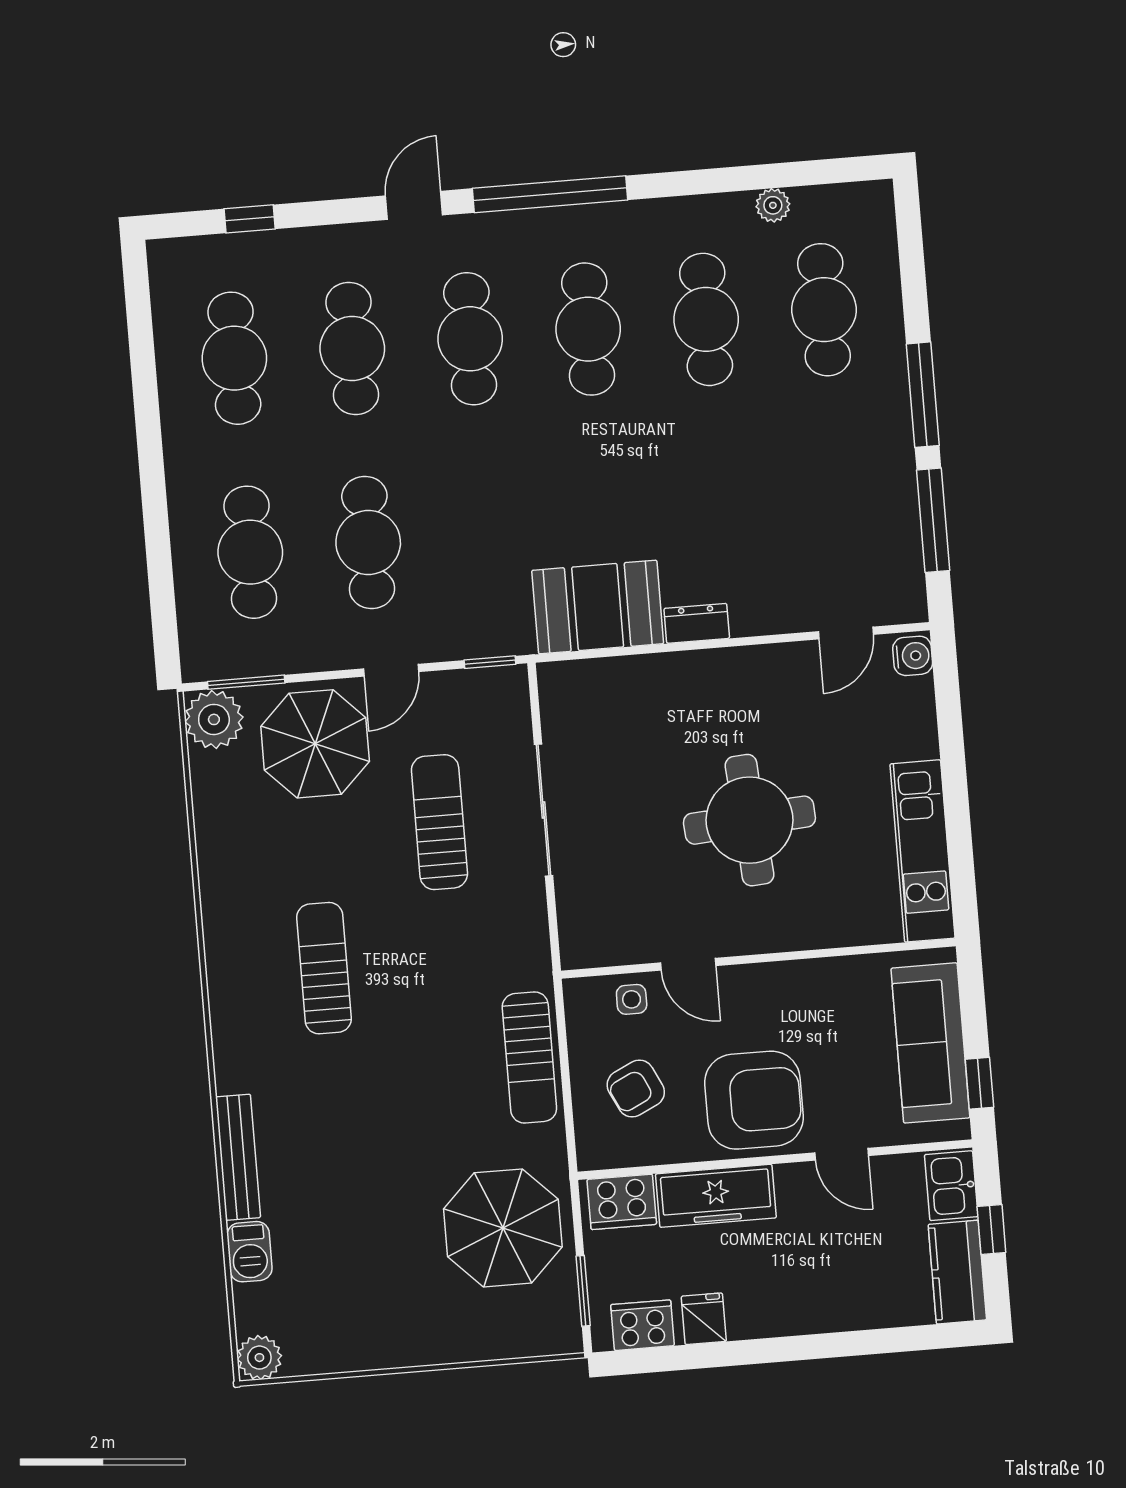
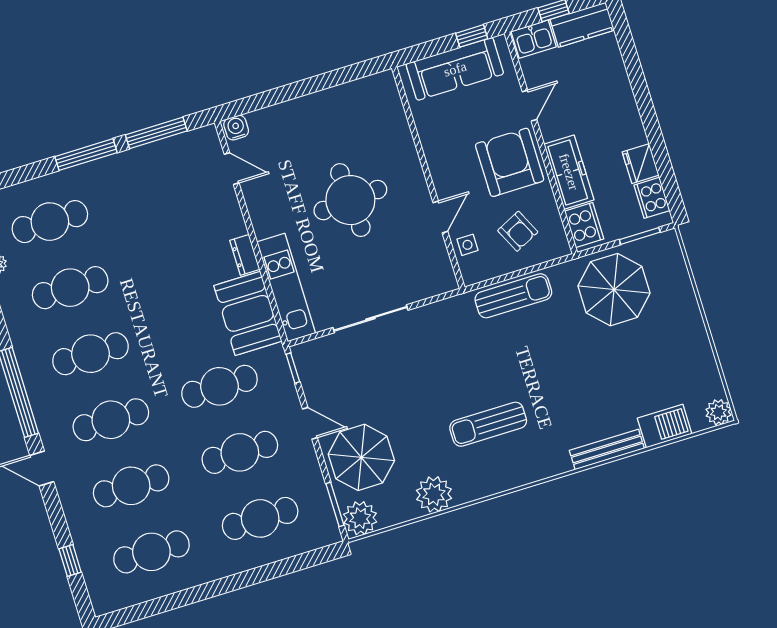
cafe table: (486, 533) -> (219, 386), added
sun lounger: (439, 822) -> (390, 377), removed
kitchen unit: (923, 851) -> (286, 288), moved, turned -90
plant: (227, 852) -> (434, 494), added
barbecue: (250, 1252) -> (665, 426), width x1.38, depth x1.27
fridge: (704, 1319) -> (641, 164), width x1.38

